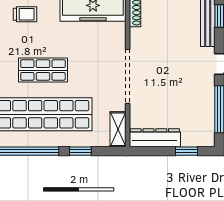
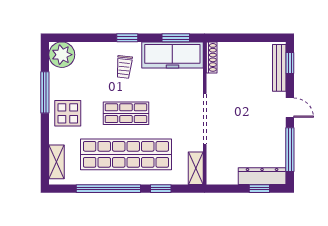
trolley: (25, 14) -> (124, 67), moved, turned 96
dresser: (155, 138) -> (262, 176), moved

